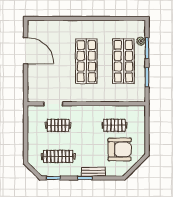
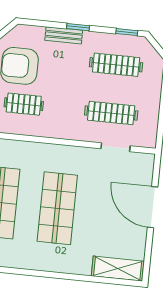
shelving: (44, 27) -> (118, 269), added
door: (26, 51) -> (153, 207), moved
clothes rail: (58, 125) -> (111, 113), width x1.36

